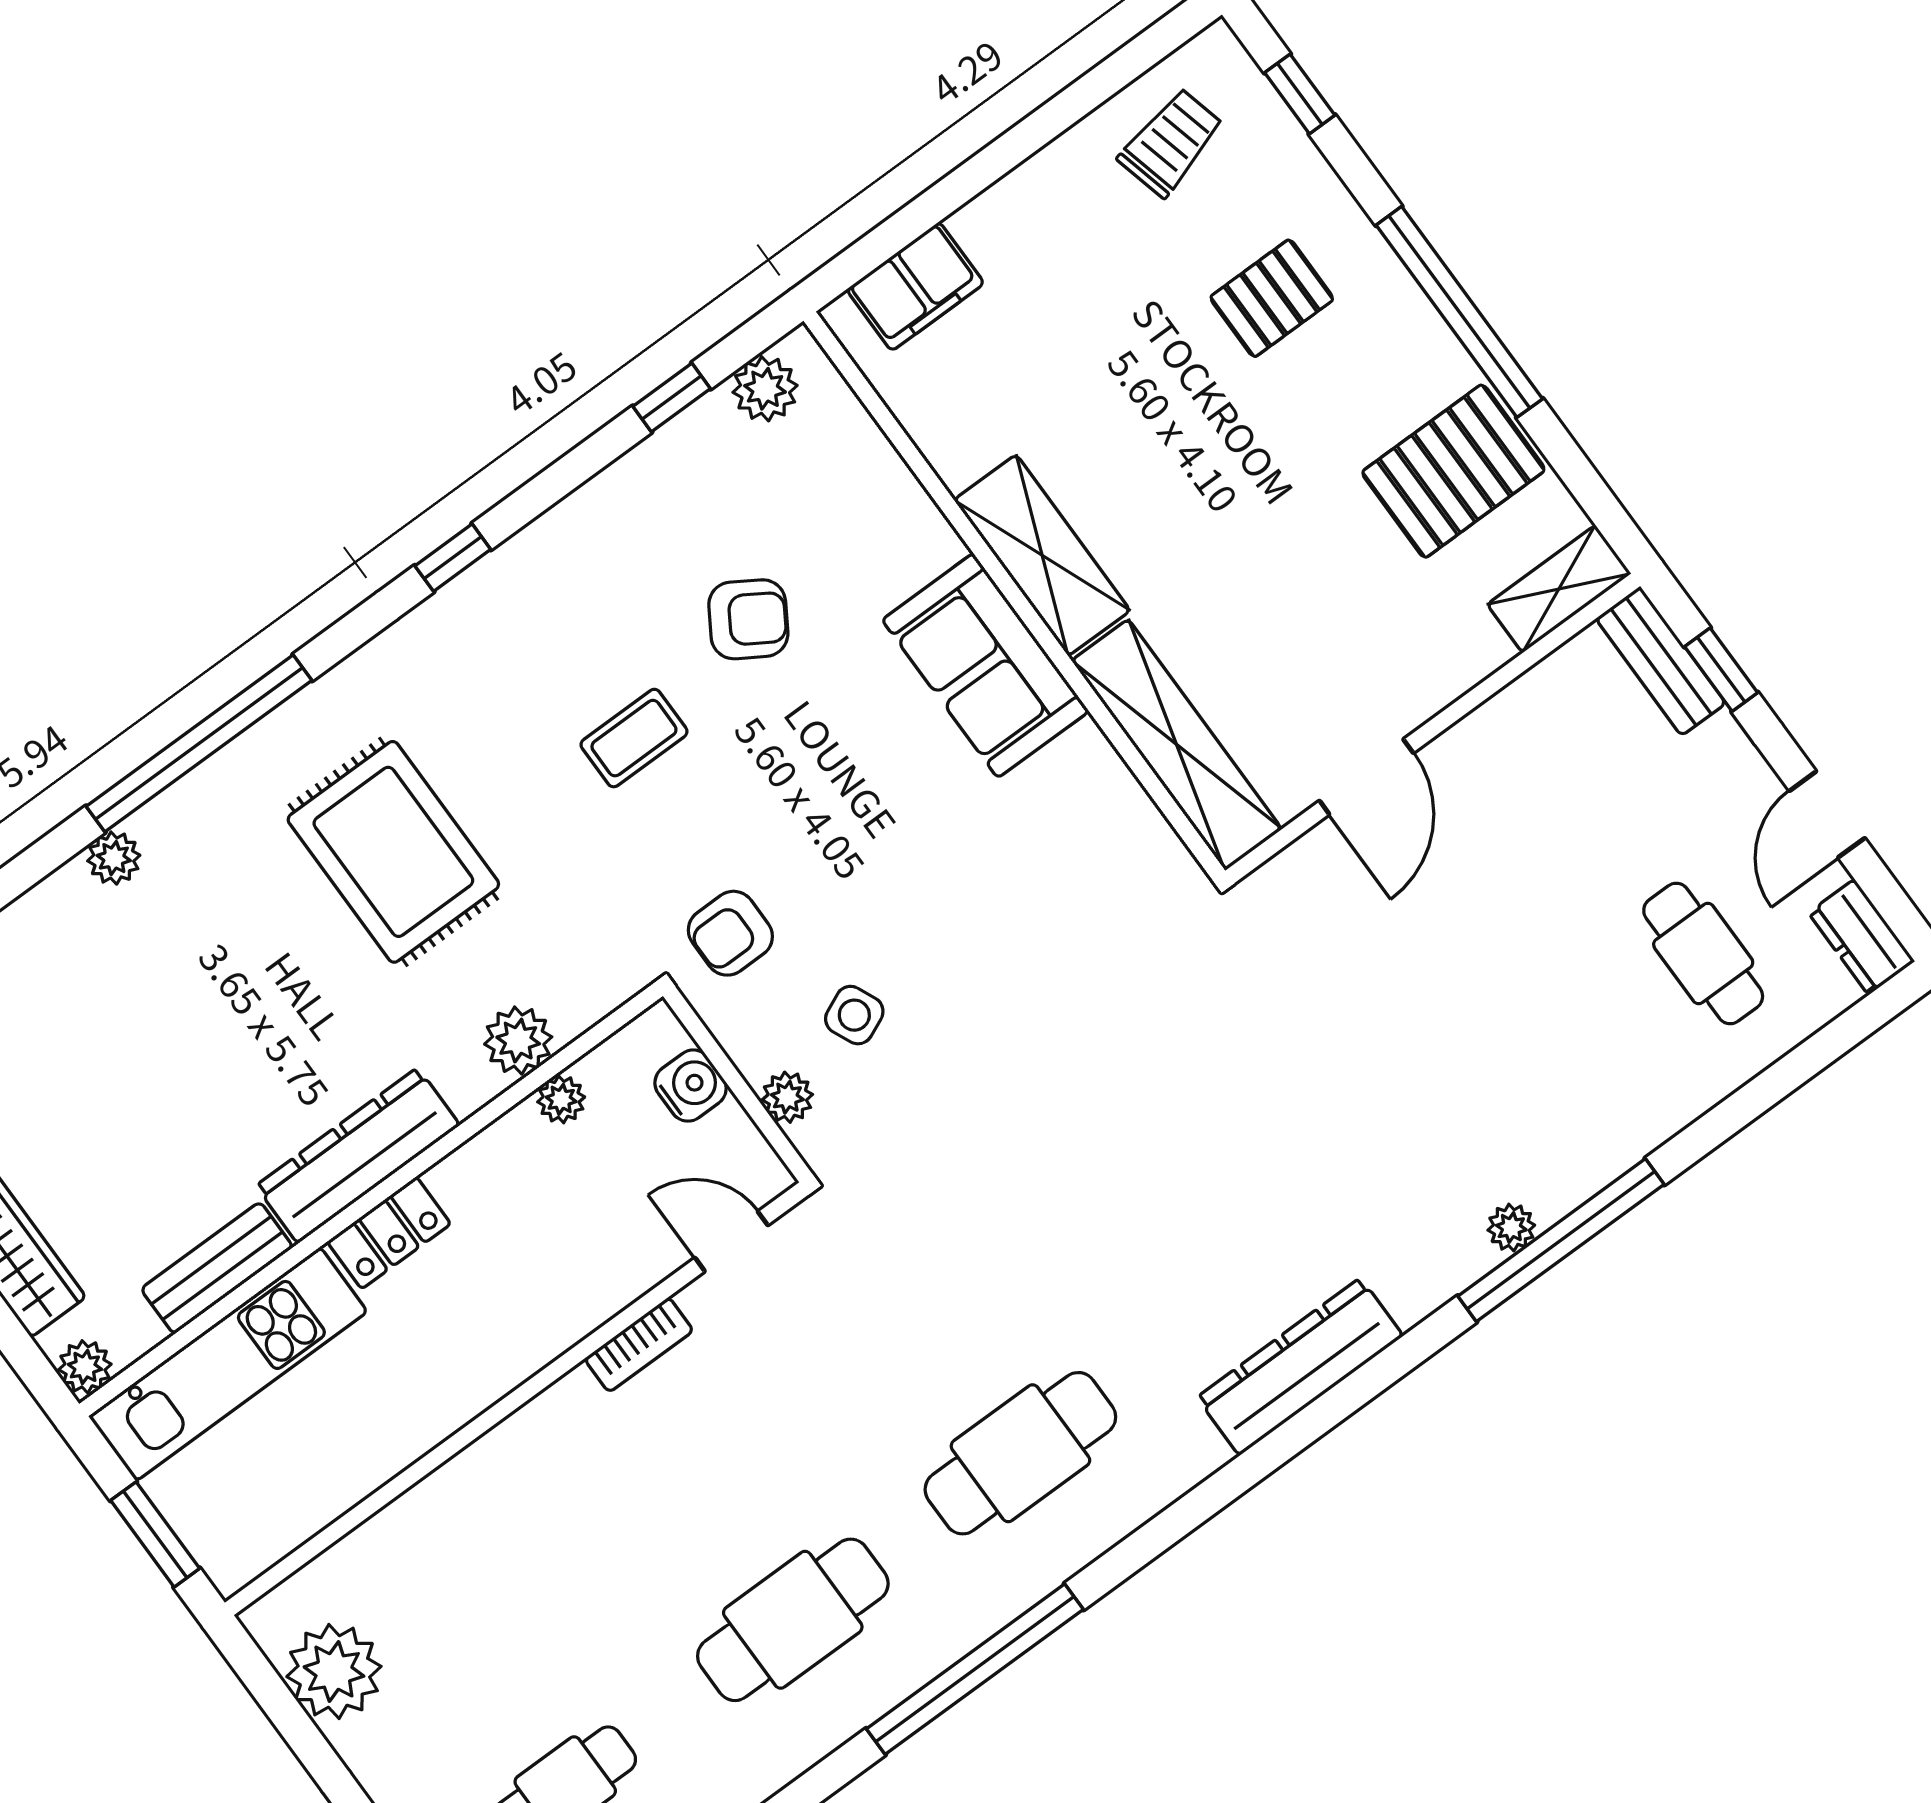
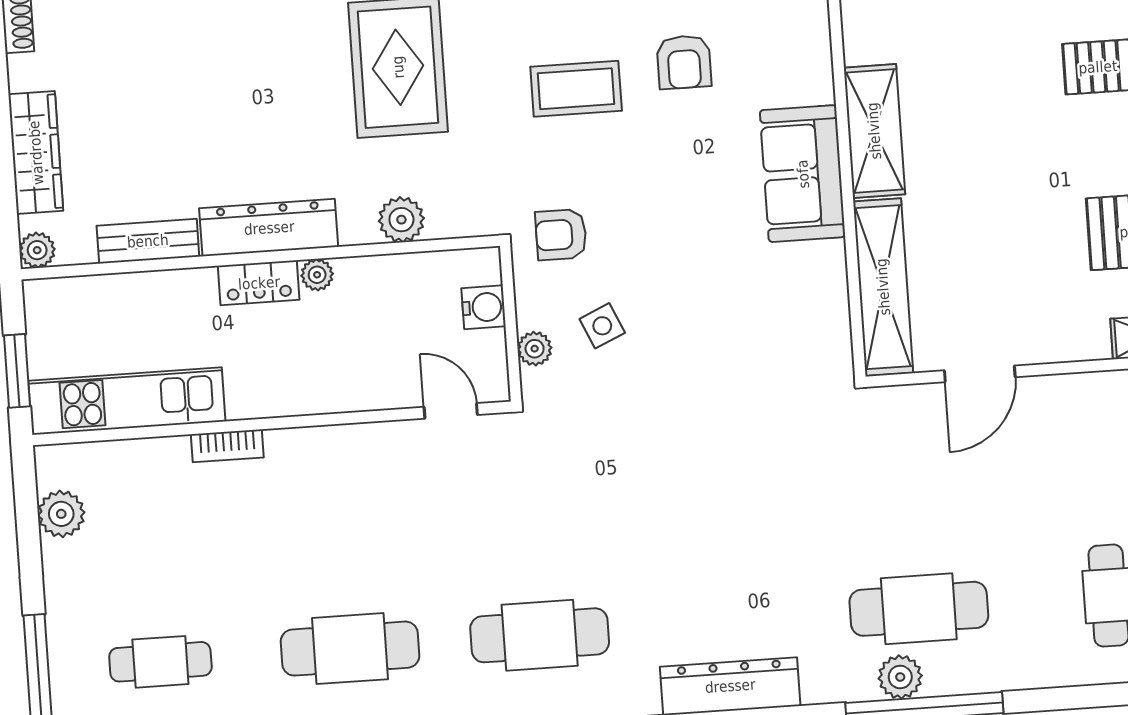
armchair: (748, 619) -> (684, 62), turned 58
coffee table: (634, 738) -> (576, 89), width x1.36, depth x1.30
plant: (561, 1099) -> (317, 275), moved
cafe table: (1476, 1120) -> (919, 609), added
plant: (1511, 1228) -> (900, 677), width x1.38, depth x1.38
bookcase: (639, 1345) -> (227, 446), moved
kitchen unit: (228, 1364) -> (127, 401), moved, turned 180
plant: (334, 1672) -> (61, 514), width x0.73, depth x0.73

